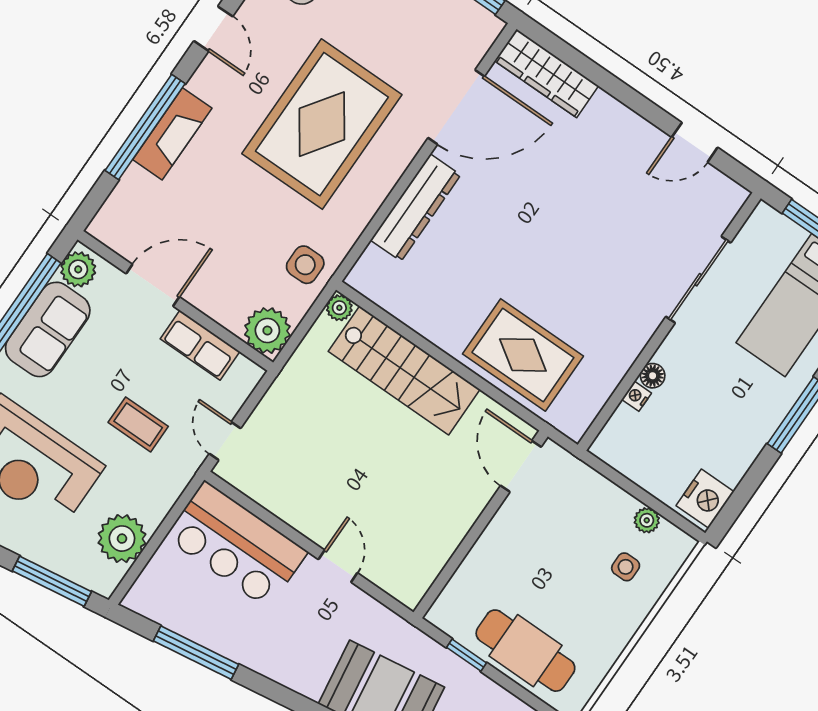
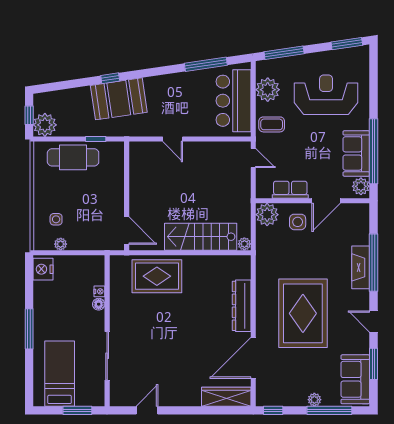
side table: (305, 265) -> (298, 222), moved
coffee table: (138, 424) -> (272, 124), moved
bar counter: (236, 545) -> (234, 101), moved, turned -90

